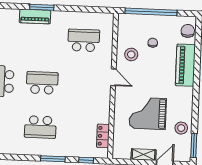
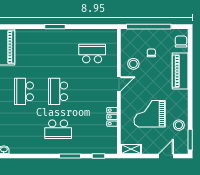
piano: (35, 17) -> (50, 35), removed
door: (113, 77) -> (119, 84), hinge flipped
school desk: (42, 83) -> (58, 91), turned -90
locker: (103, 136) -> (112, 117), moved
shelving: (144, 155) -> (131, 149), moved

